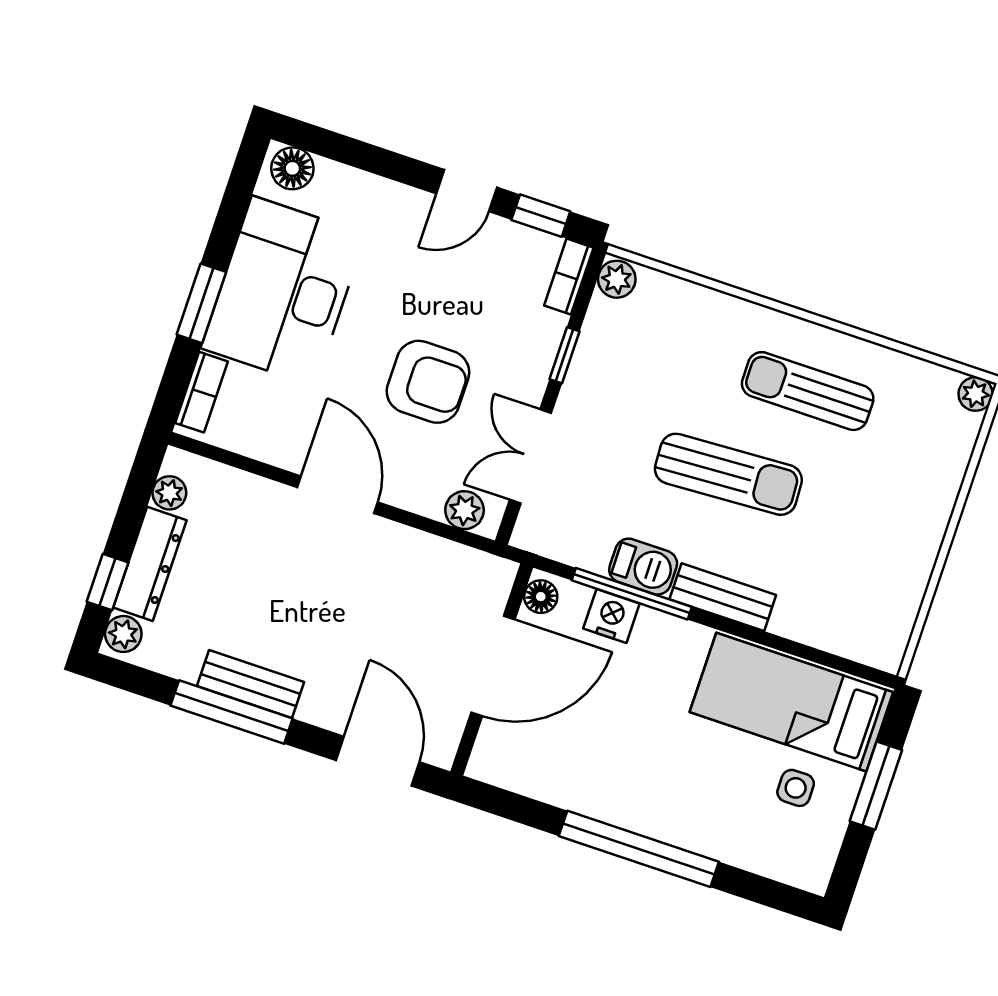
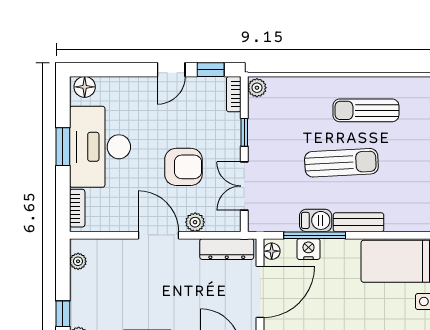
window: (201, 303) -> (63, 147), moved
plant: (465, 510) -> (195, 222), moved
dresser: (150, 564) -> (227, 249), moved, turned 90

